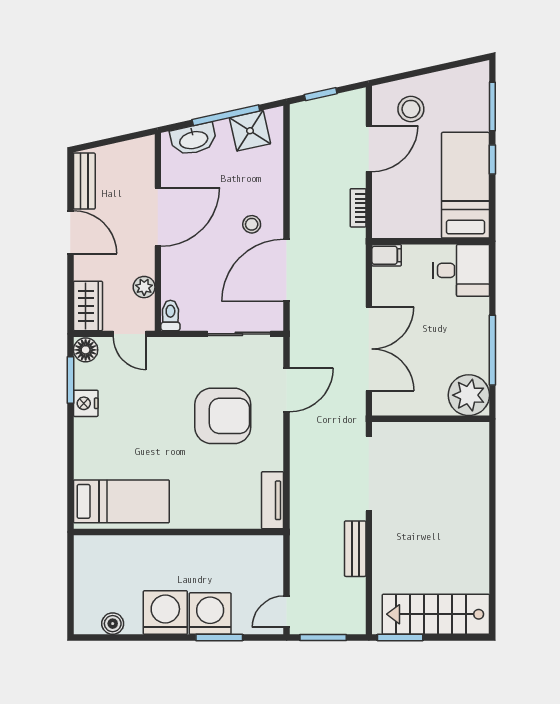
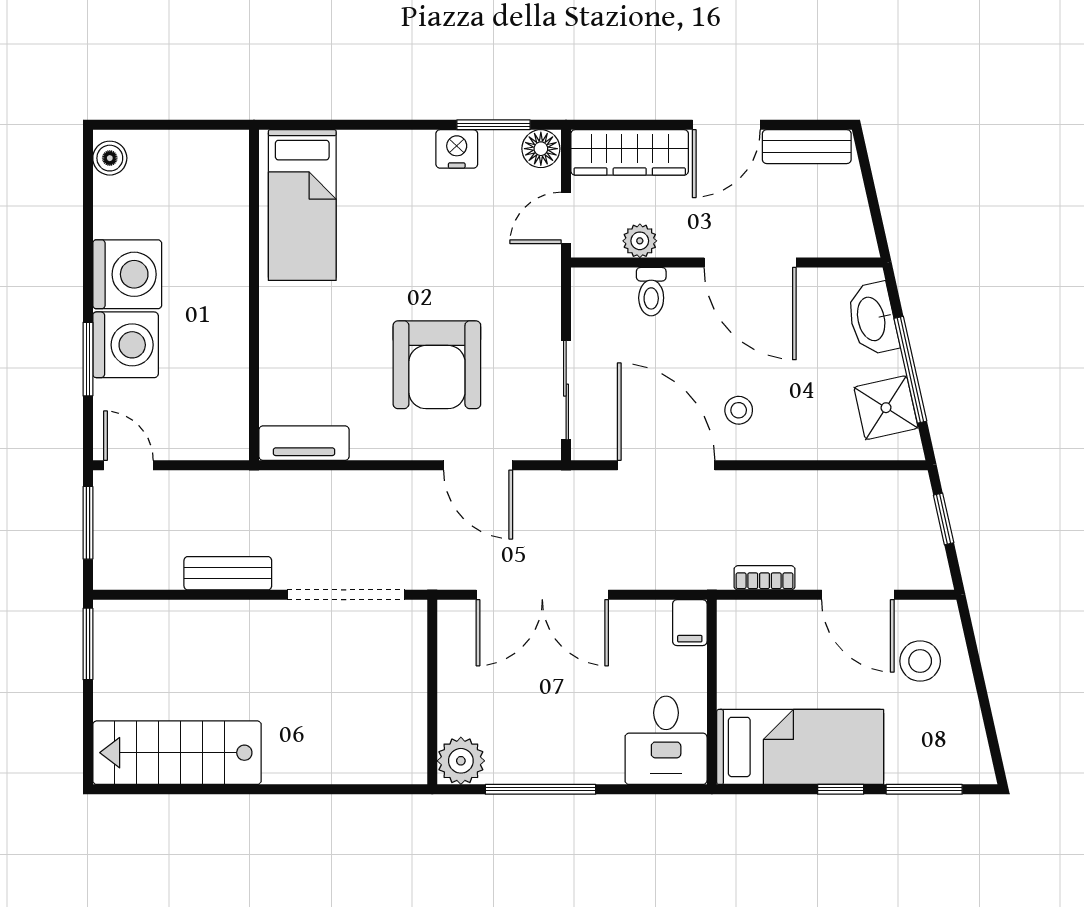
wardrobe: (88, 306) -> (630, 152), width x1.50
toilet: (170, 315) -> (651, 292), moved, turned 90
plant: (469, 395) -> (461, 761), width x0.73, depth x0.73
stairs: (436, 614) -> (177, 753), moved, turned -90
boiler: (113, 624) -> (110, 158), moved

